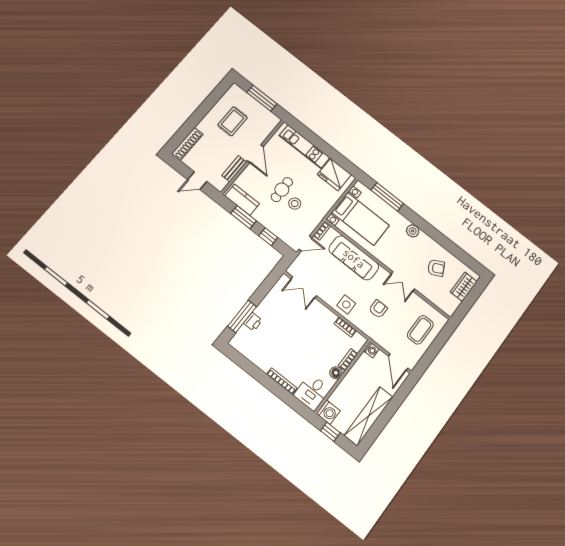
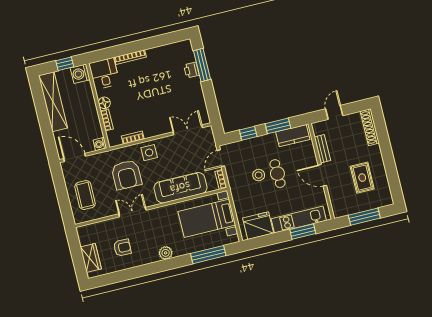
window: (311, 137) -> (303, 232), added
armchair: (436, 268) -> (122, 248), turned -152
armchair: (378, 309) -> (126, 175), width x1.88, depth x1.88

